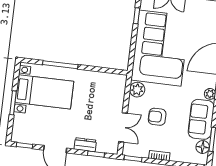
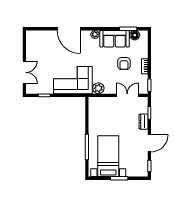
corner sofa: (160, 48) -> (73, 80), width x0.73, depth x0.74
armchair: (157, 117) -> (124, 64), moved

